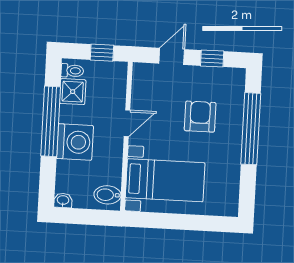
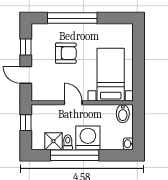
toilet: (72, 71) -> (68, 142), moved
armchair: (200, 117) -> (66, 53), turned 180

